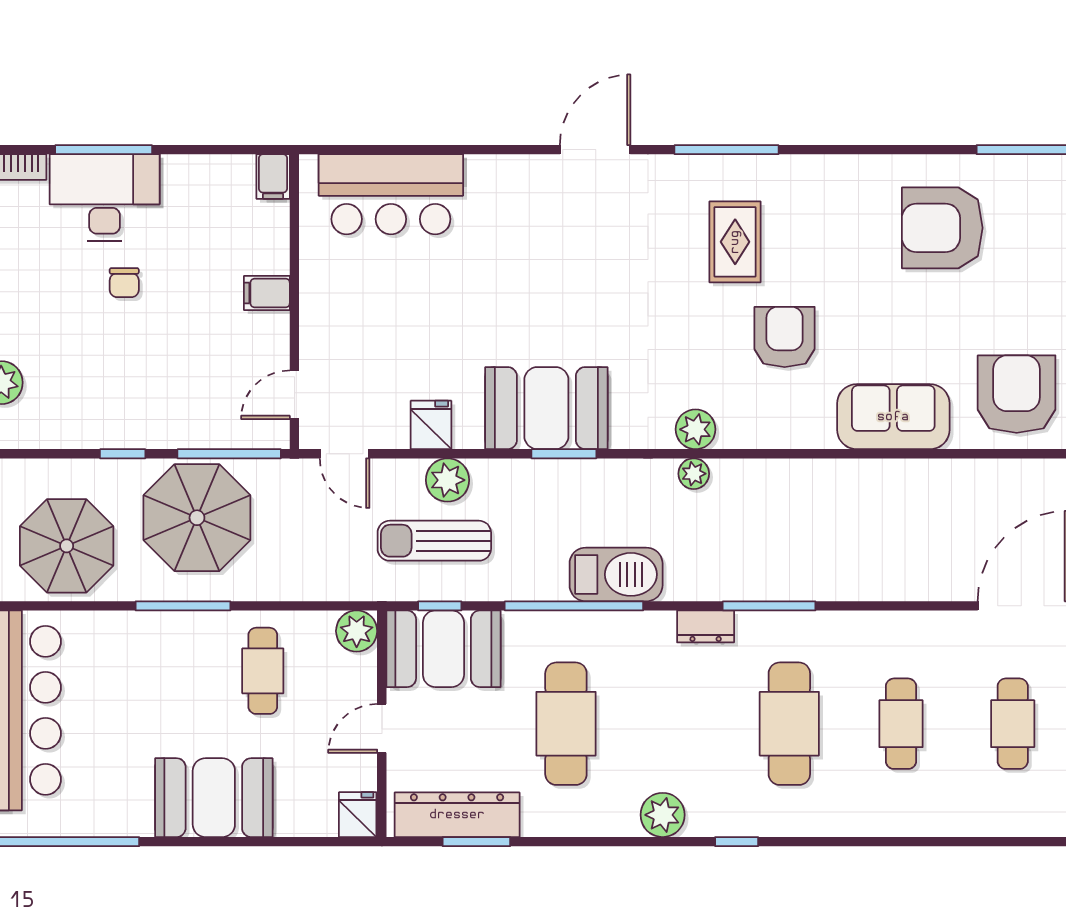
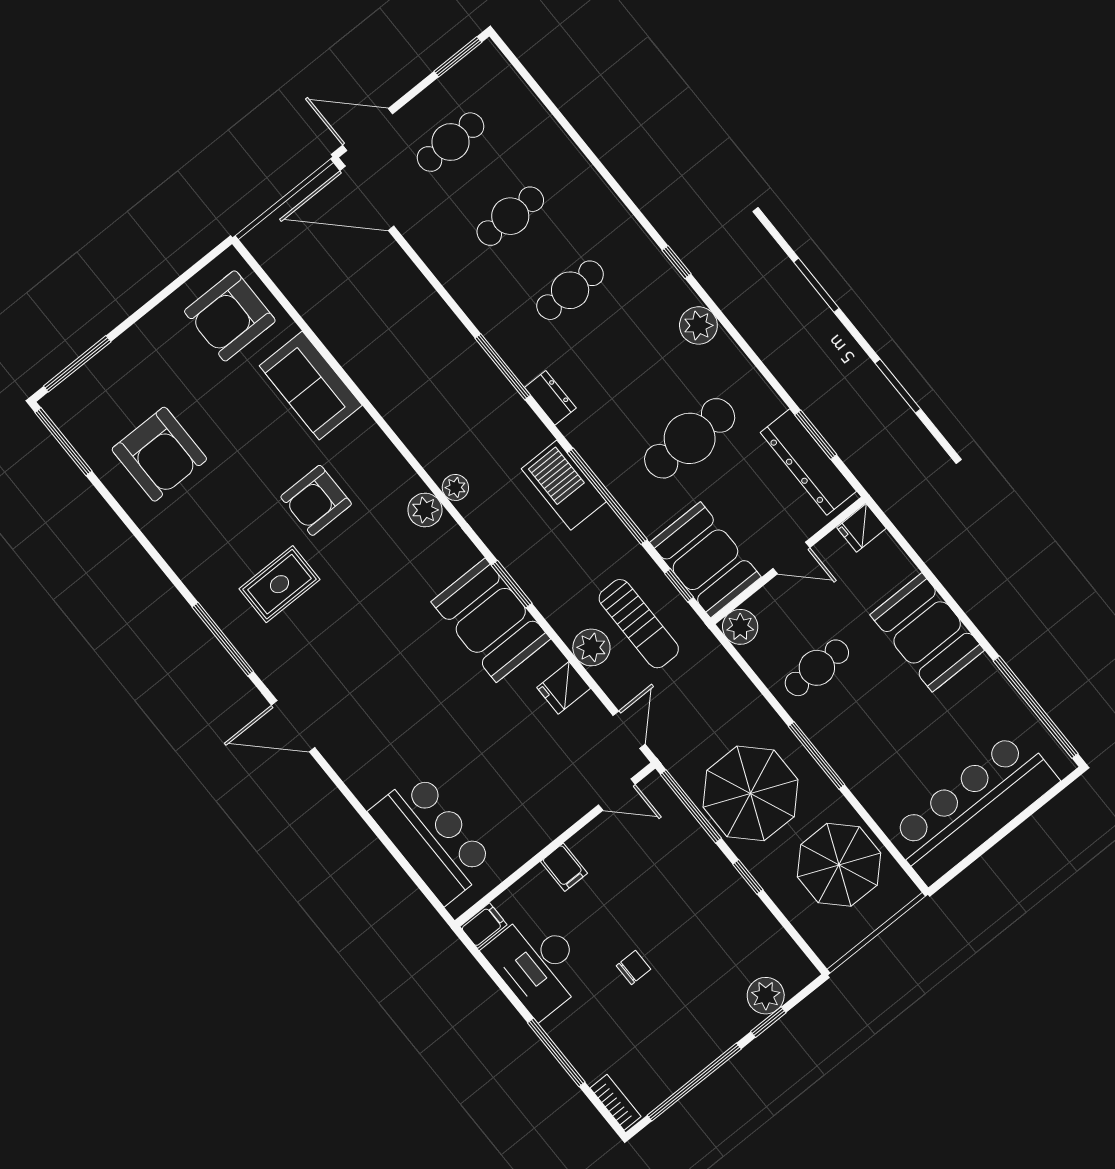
desk: (105, 197) -> (537, 964), moved
cafe table: (789, 724) -> (570, 290), width x0.73, depth x0.74

